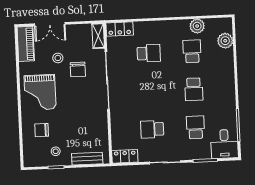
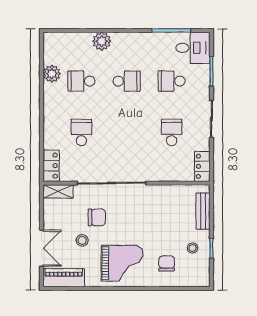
plant: (225, 41) -> (102, 41), moved
school desk: (152, 129) -> (172, 132), turned 180
chair: (42, 130) -> (167, 263), turned 180

